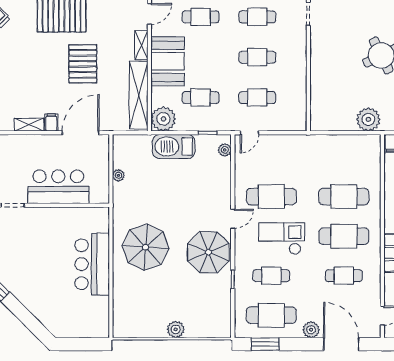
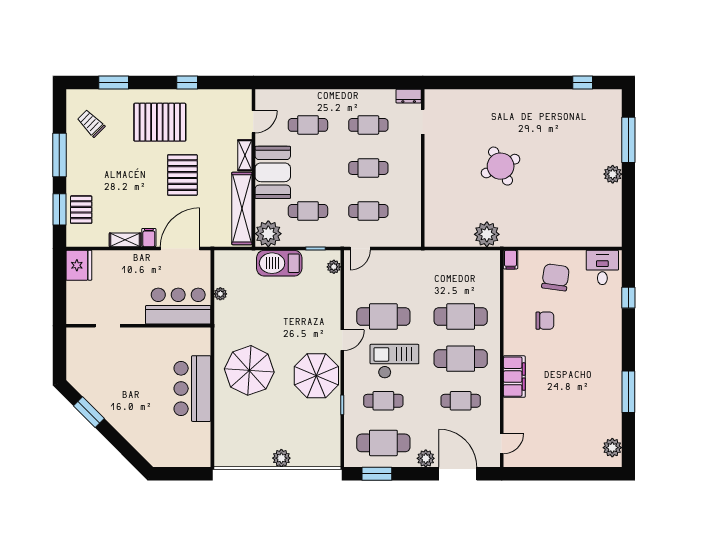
bar counter: (58, 187) -> (178, 306), moved

